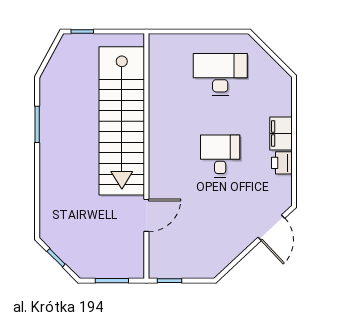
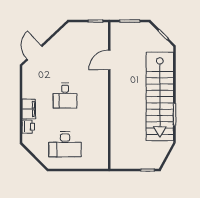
stairs: (122, 121) -> (160, 96), moved, turned 180
printer: (282, 163) -> (28, 127), moved

